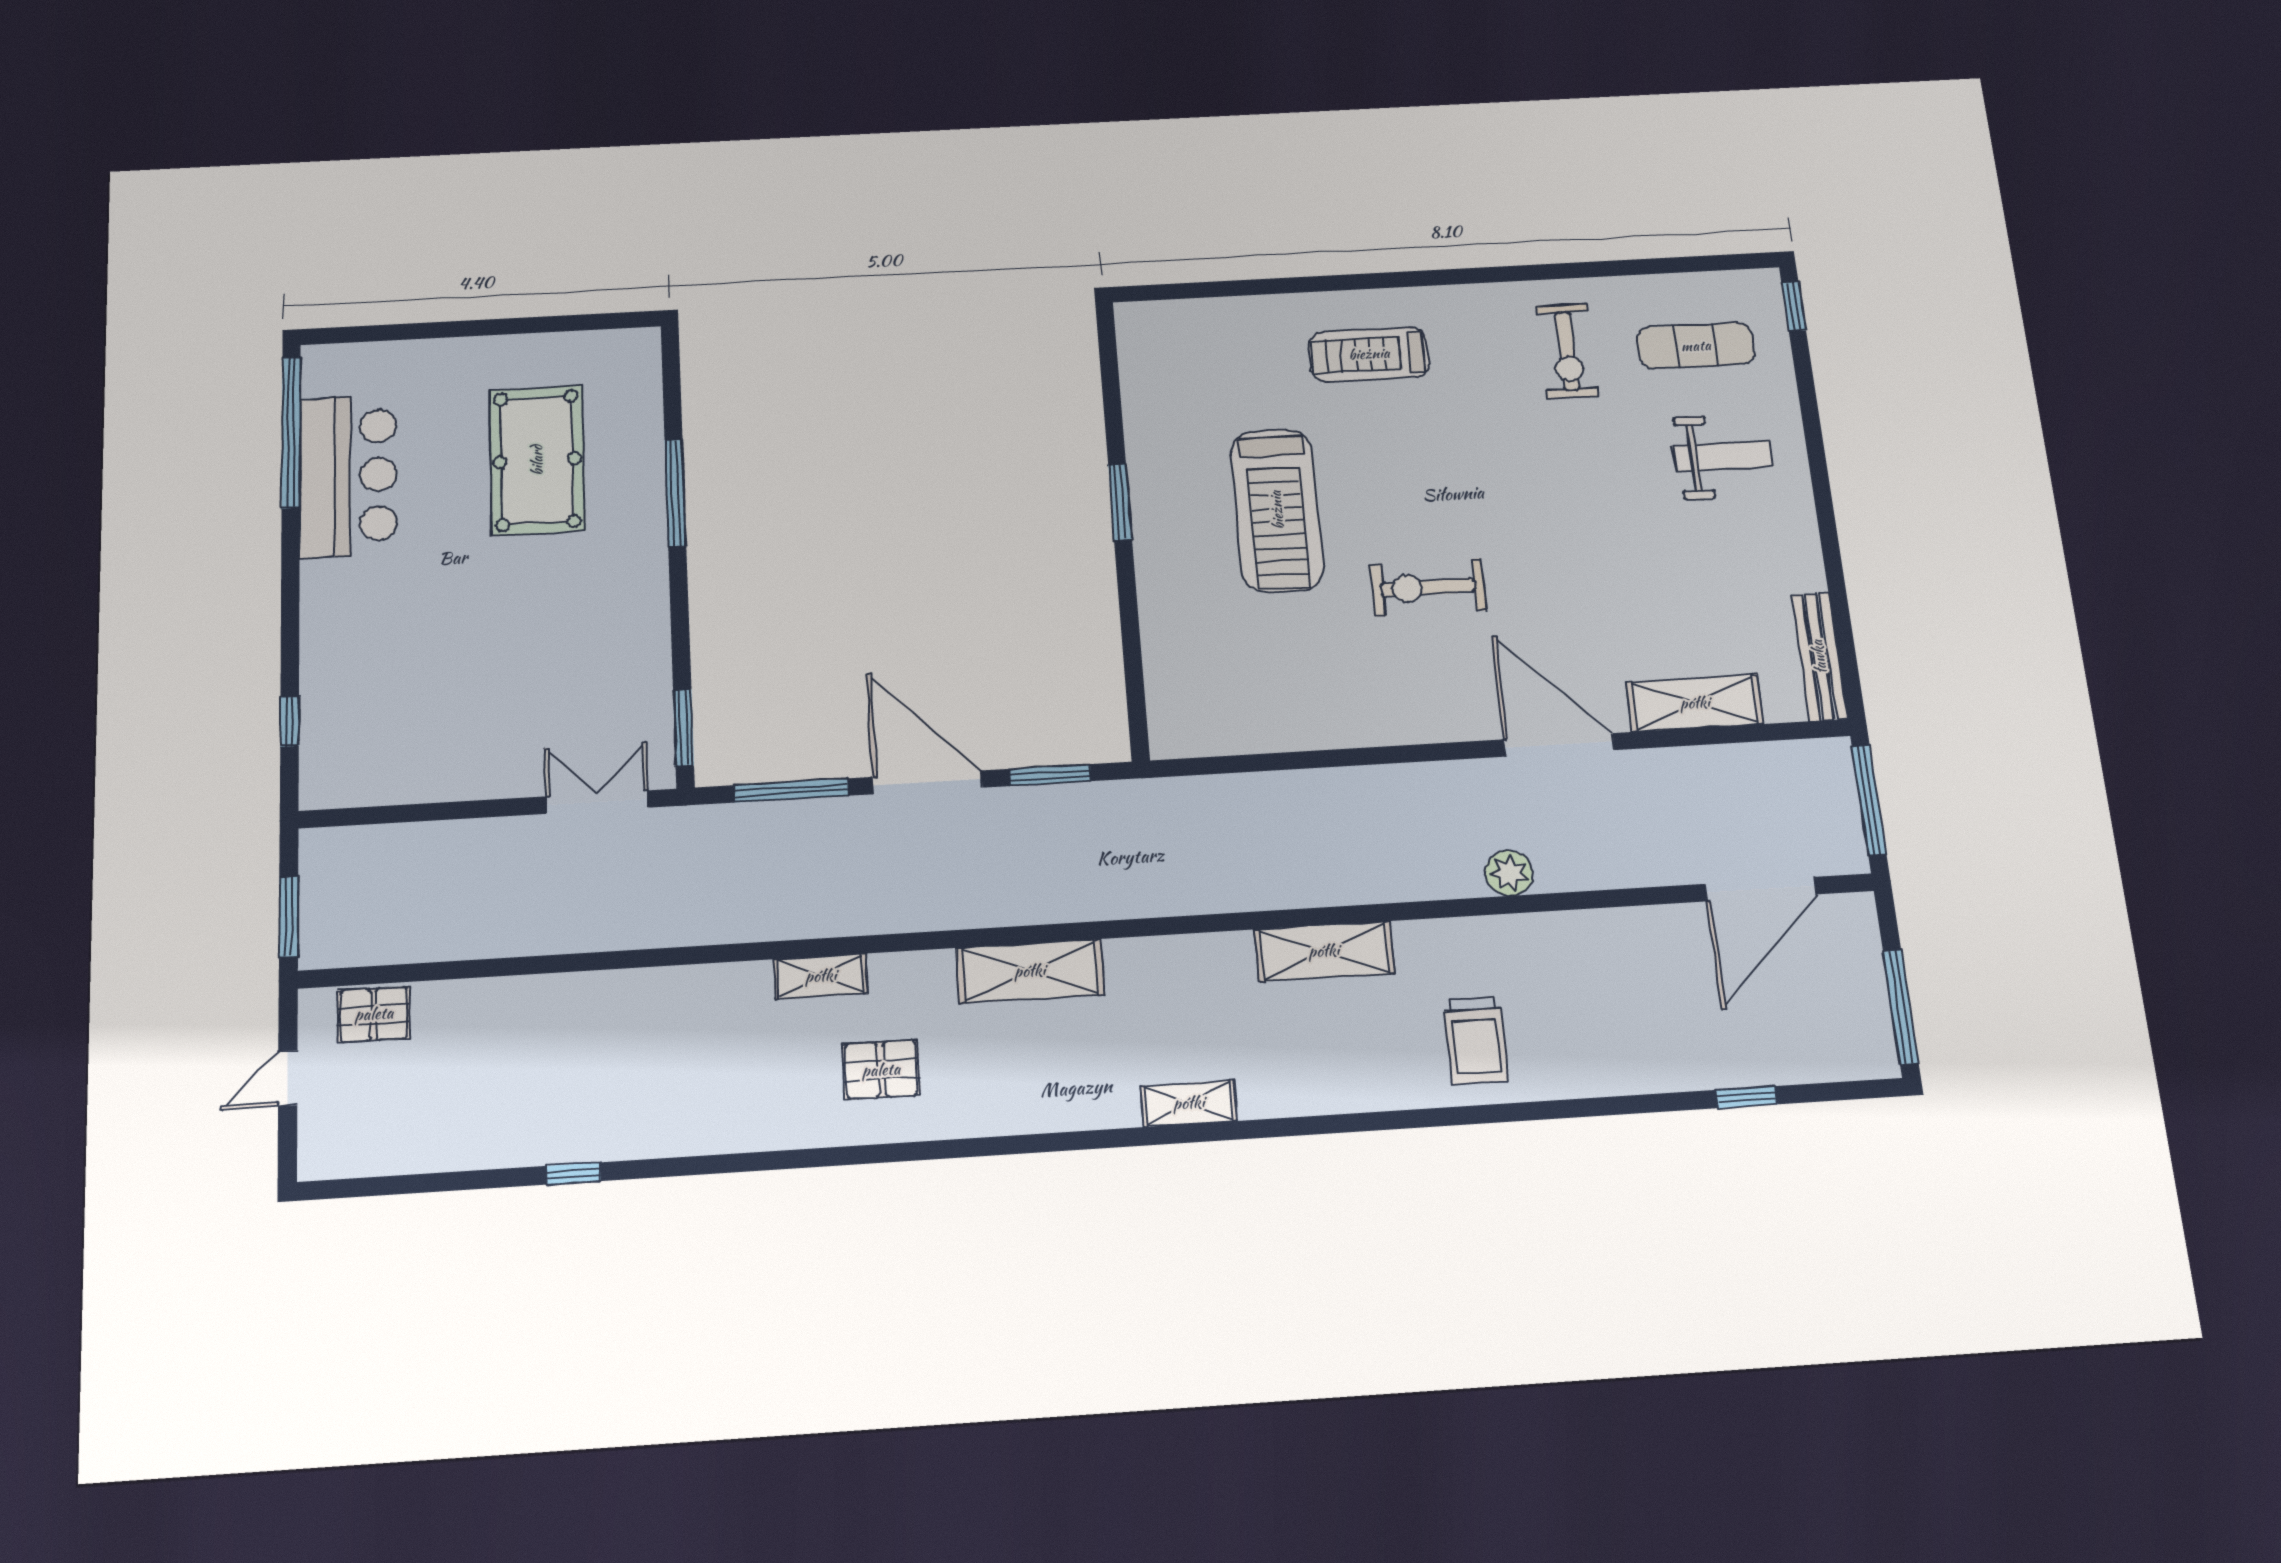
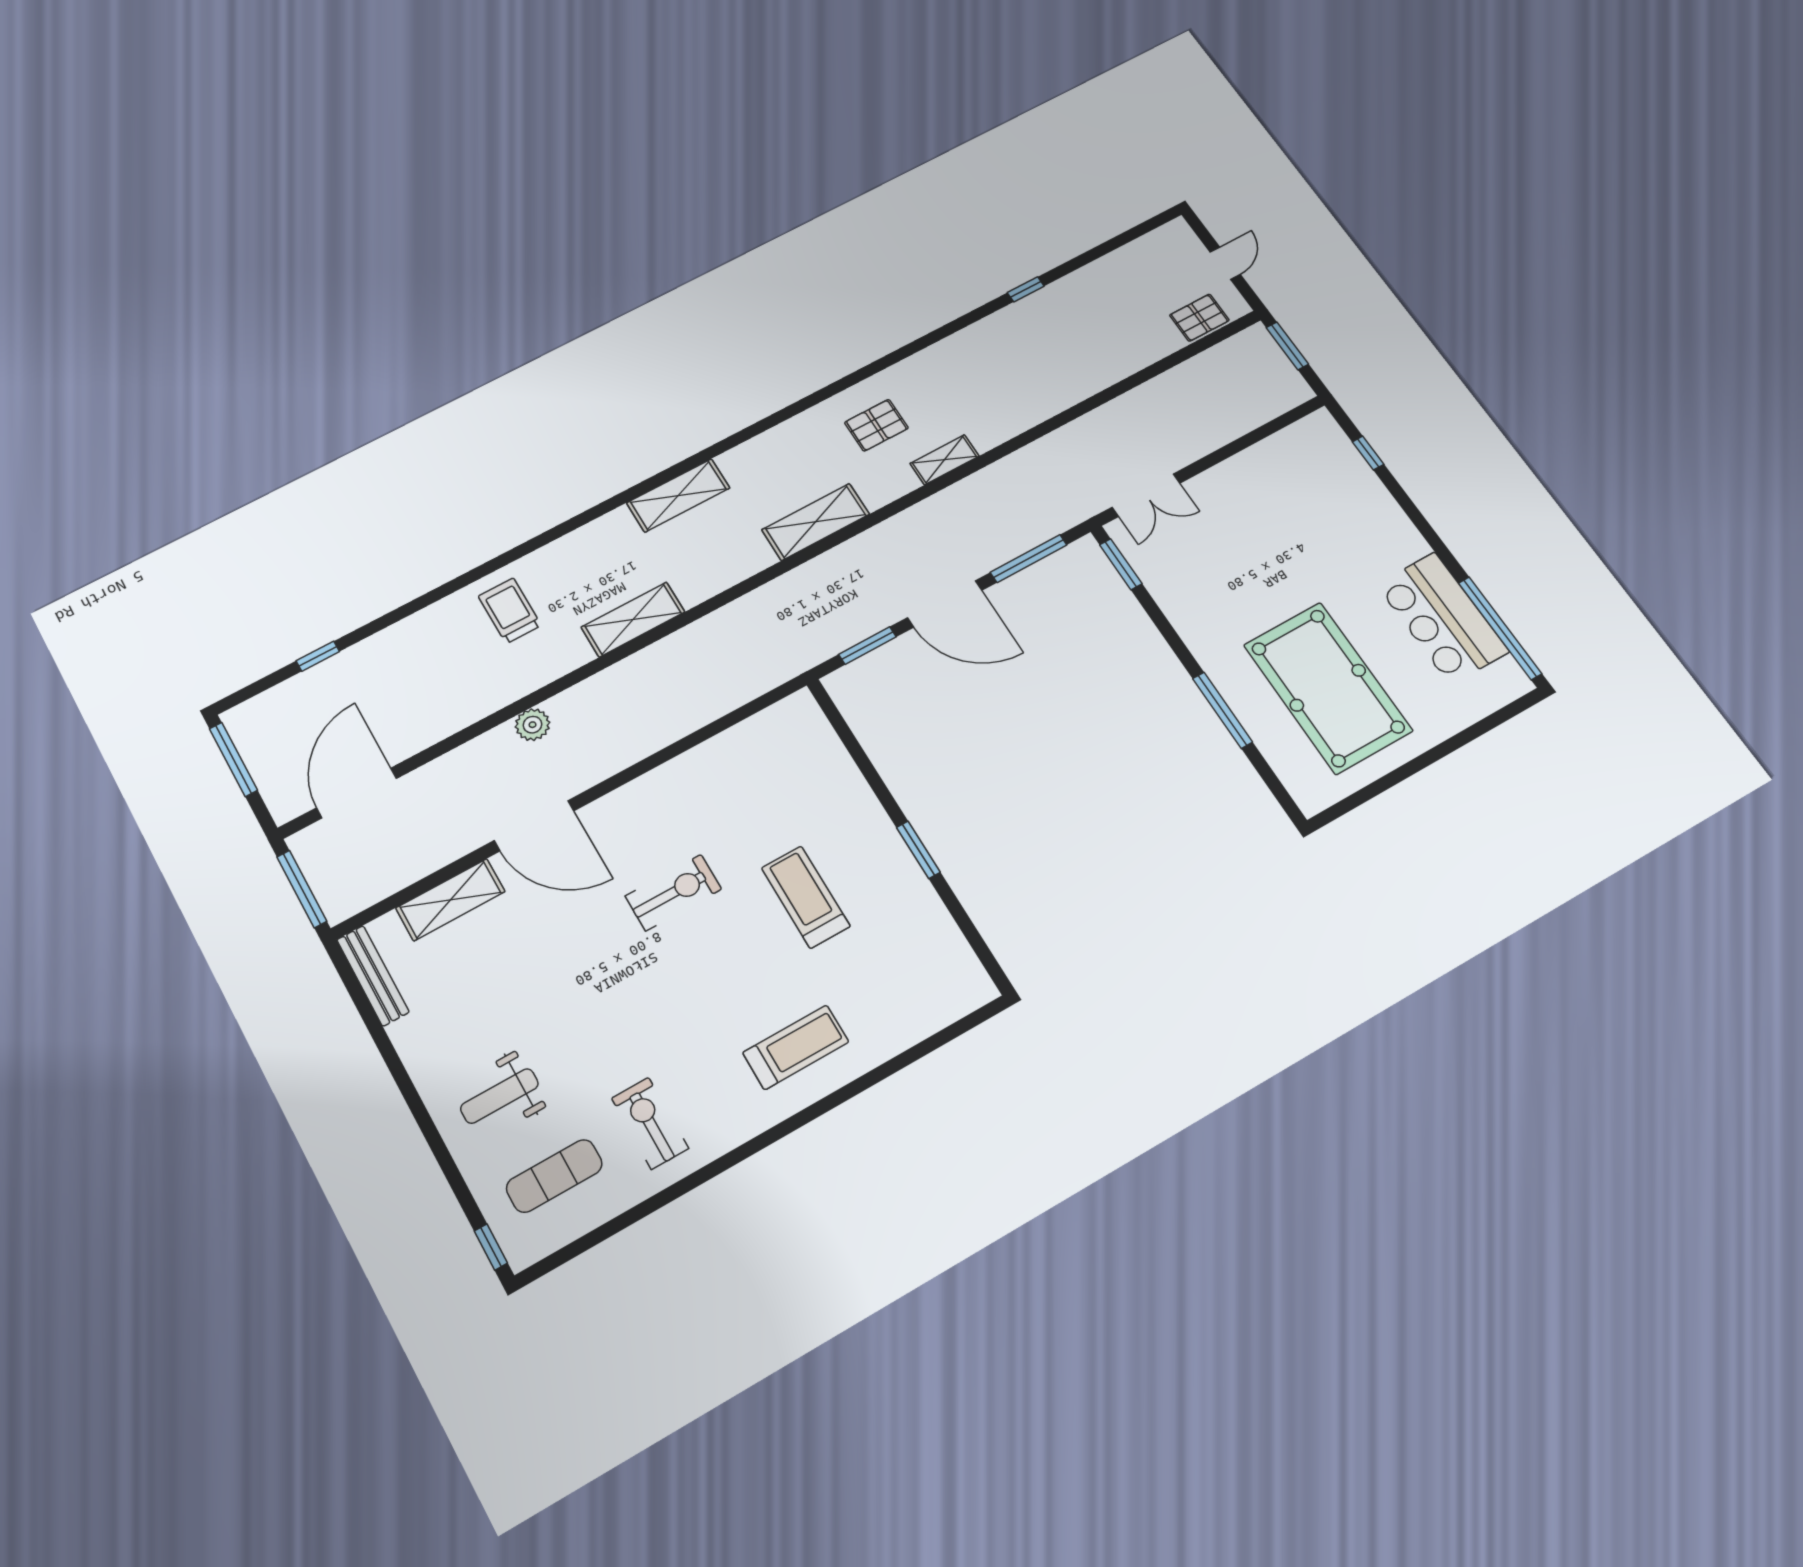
pool table: (537, 460) -> (1328, 688), width x1.36, depth x1.32
treadmill: (1277, 510) -> (806, 897), width x0.73, depth x0.73
shelving: (1189, 1103) -> (678, 495), width x1.50, depth x1.33

